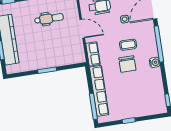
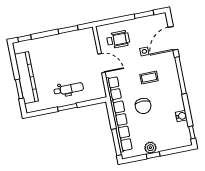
dental chair: (49, 19) -> (69, 89), moved
water cooler: (155, 62) -> (181, 116), moved
chair: (127, 64) -> (143, 106), moved
plant: (126, 113) -> (150, 148), added

